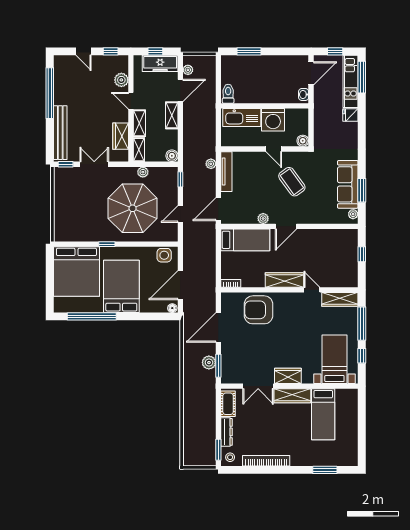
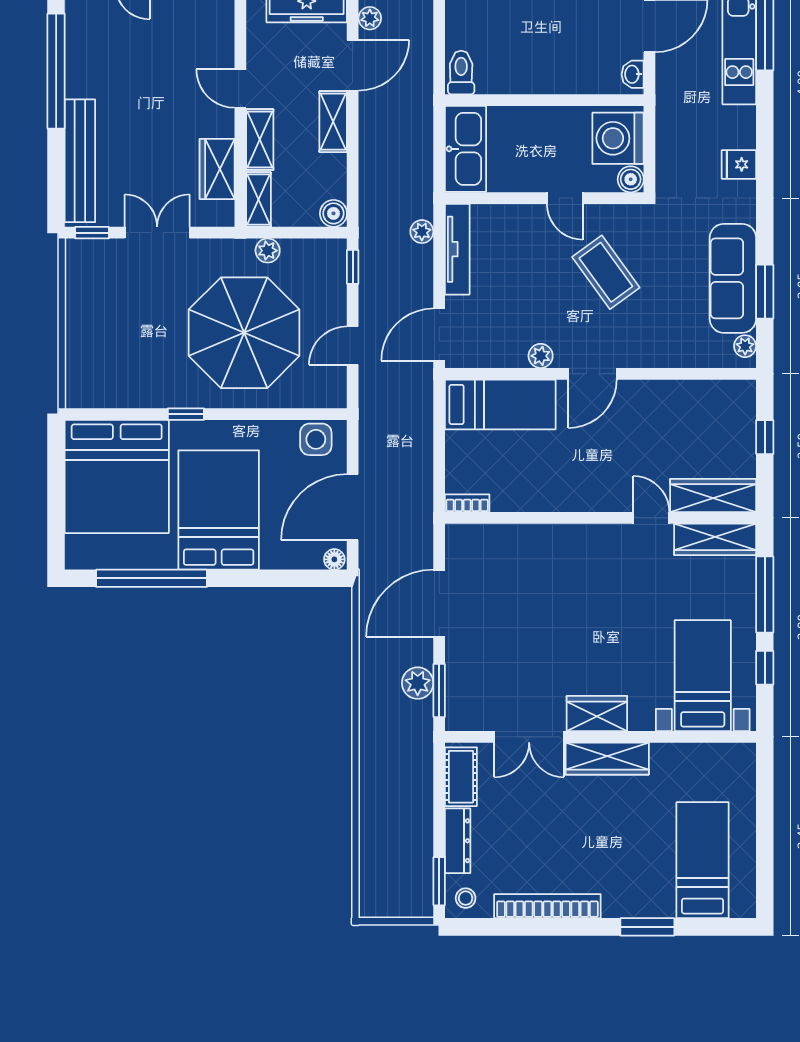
plant: (121, 80) -> (219, 41), removed
fridge: (350, 115) -> (739, 164), moved
kitchen sink: (242, 118) -> (466, 149), moved, turned -90
washing machine: (273, 120) -> (618, 138), moved, turned 90
wardrobe: (284, 280) -> (713, 495), moved
armchair: (259, 310) -> (530, 563), removed
bed: (323, 414) -> (702, 860), moved, turned 180
window: (325, 470) -> (647, 927), moved

